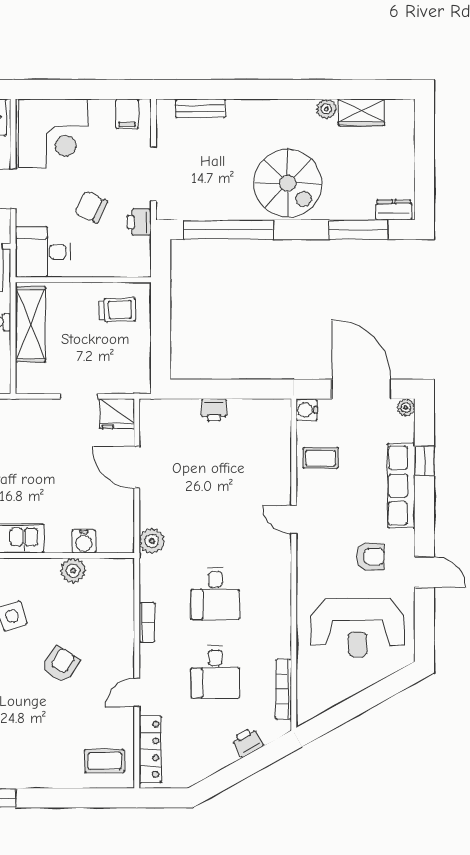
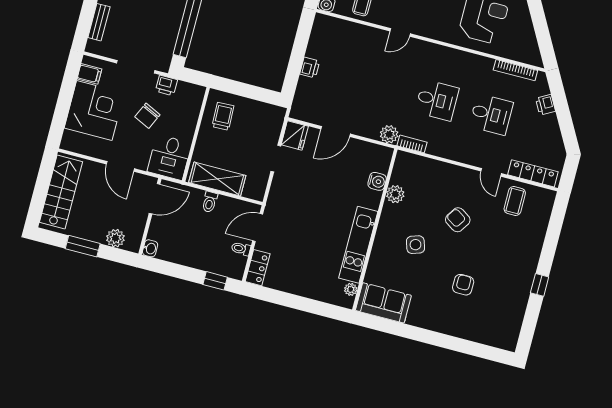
corner desk: (53, 133) -> (94, 110), moved
bookcase: (147, 623) -> (412, 144), moved
coffee table: (104, 761) -> (515, 201), moved

